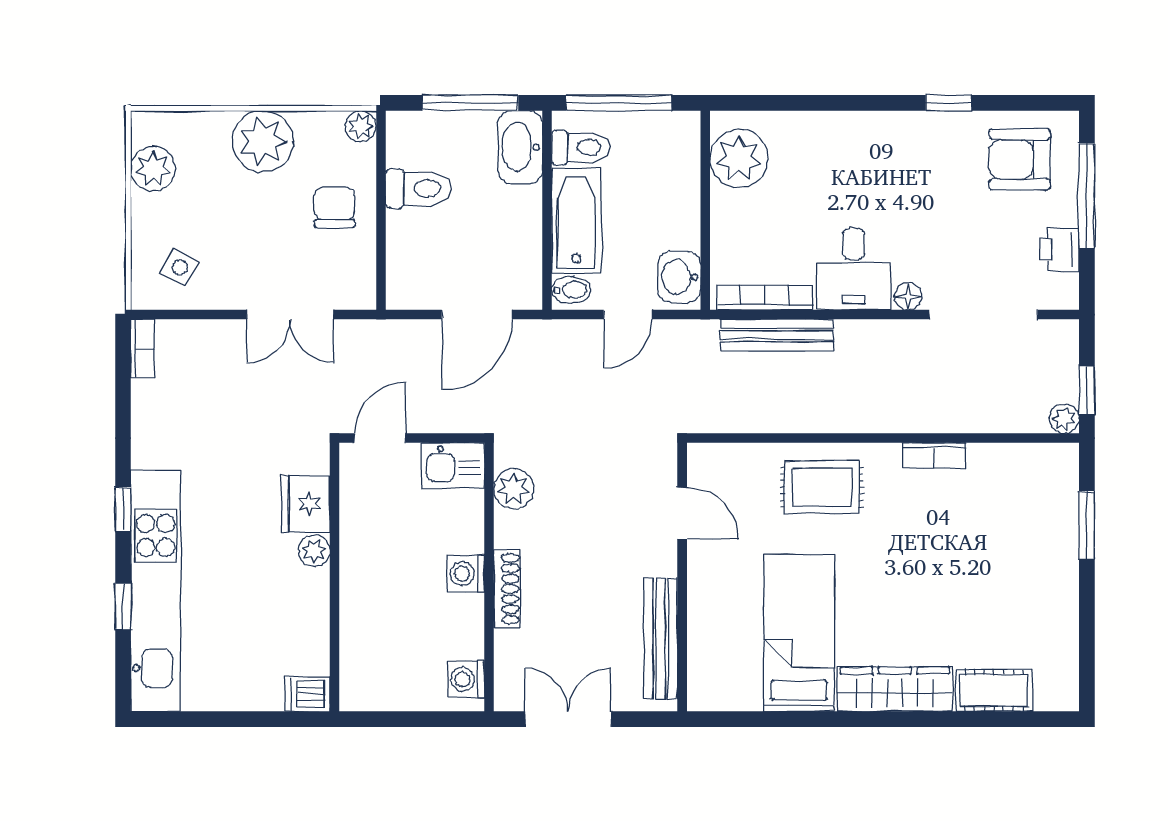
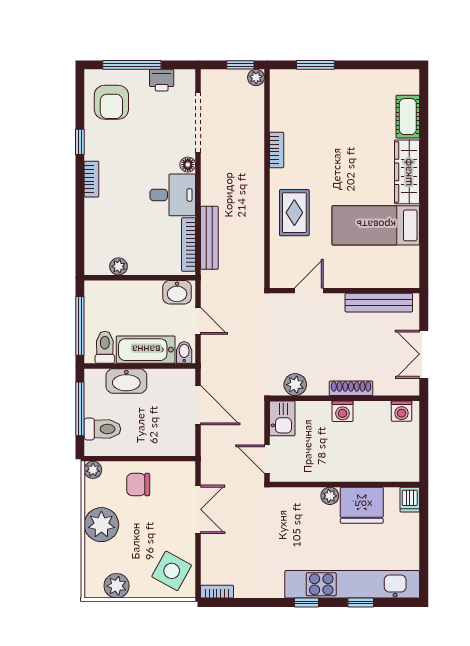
bookcase: (882, 124) -> (91, 179), added
washbasin: (520, 147) -> (126, 381), moved
plant: (739, 158) -> (119, 266), width x0.53, depth x0.53
toilet: (418, 189) -> (102, 429), moved, turned 90
side table: (180, 267) -> (172, 571), width x1.87, depth x1.87
fridge: (306, 504) -> (362, 505), moved, width x1.36, depth x1.34

